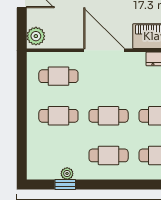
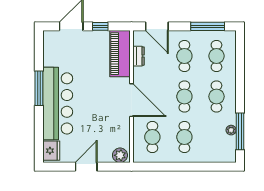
door: (104, 50) -> (132, 100), swing flipped
window: (65, 185) -> (240, 131), width x2.17

